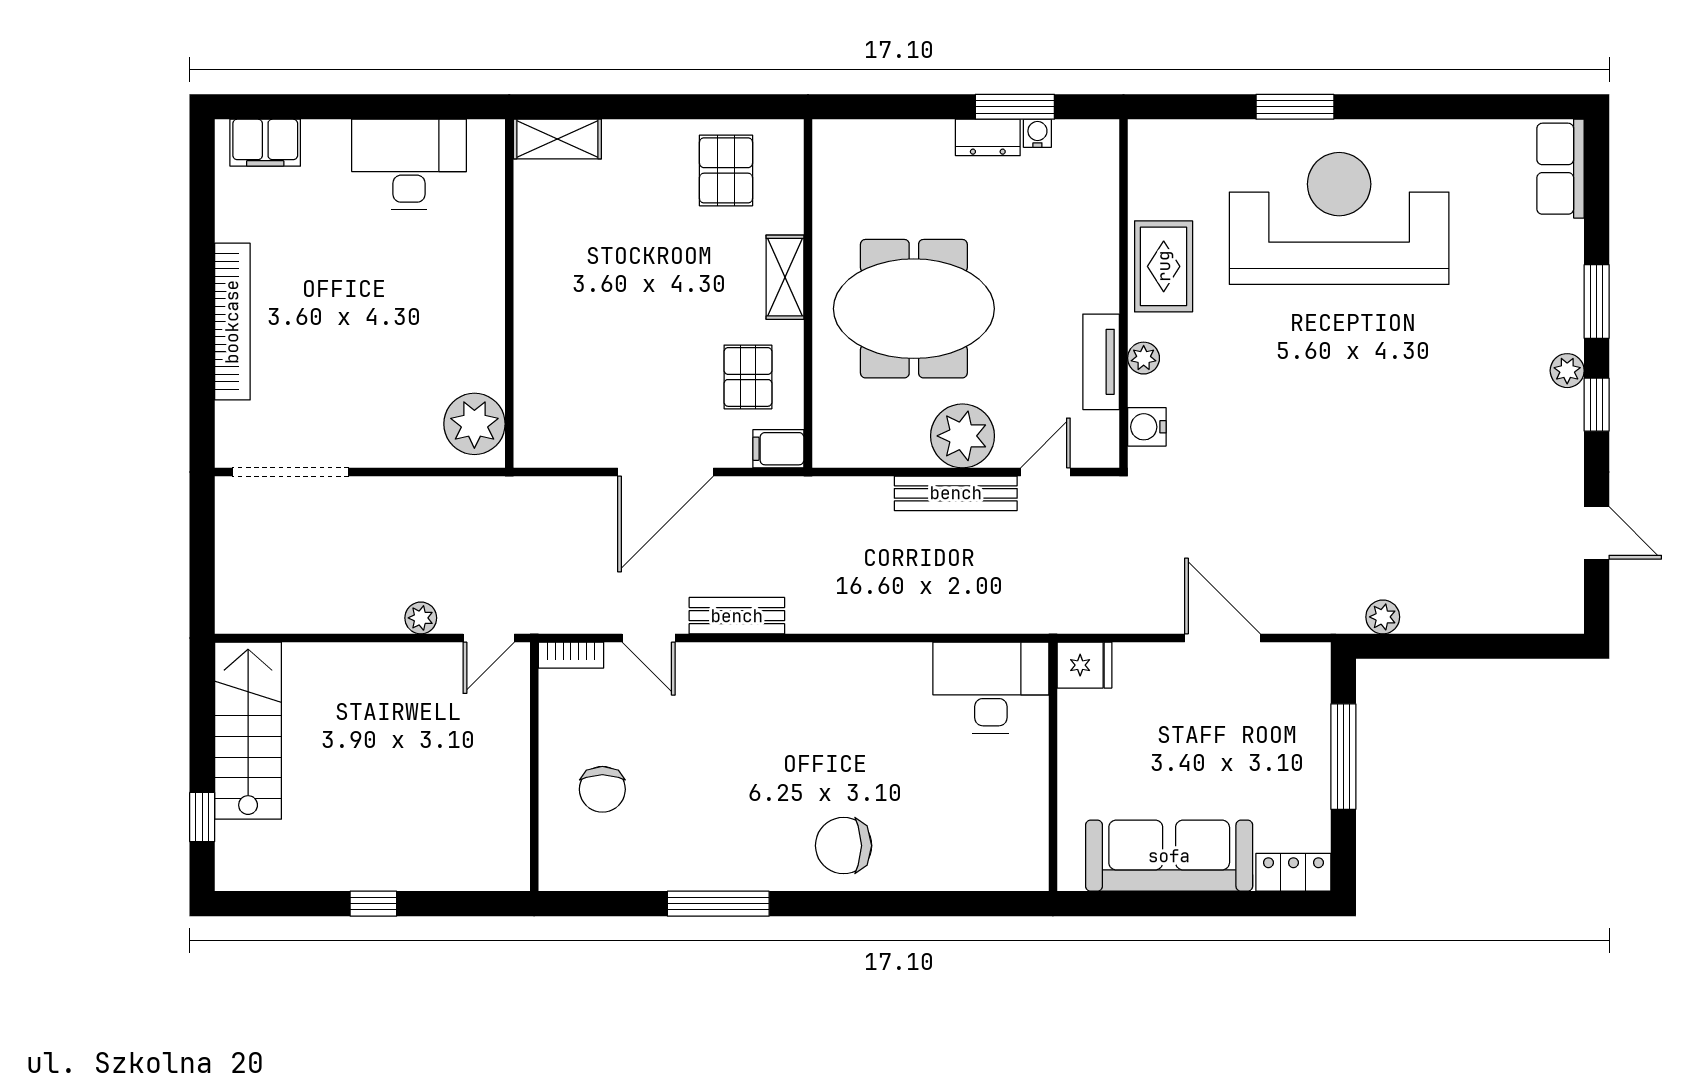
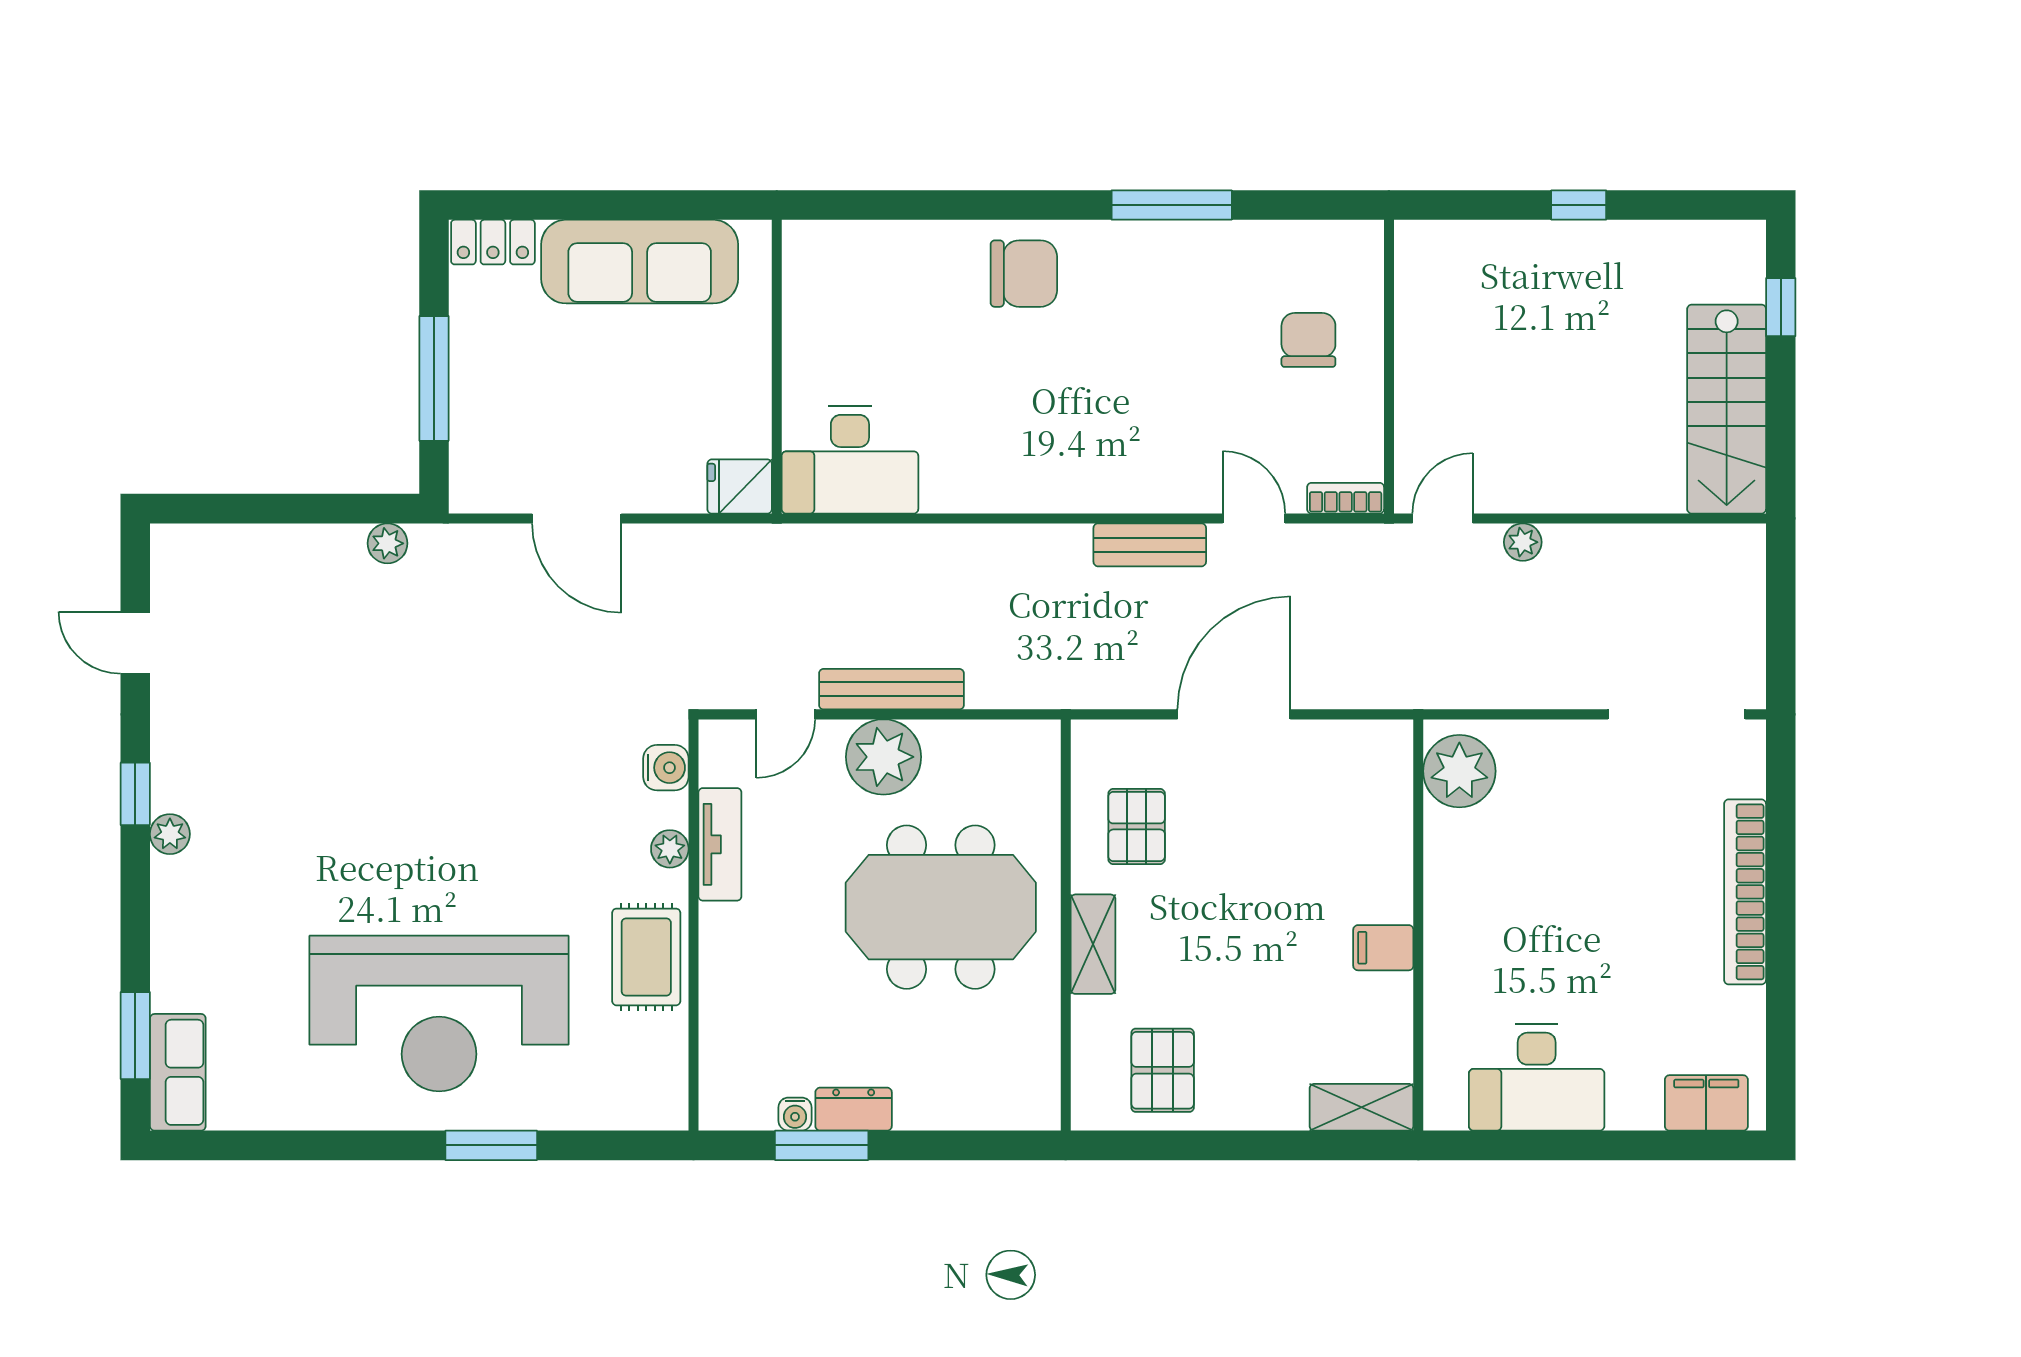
window: (1597, 301) -> (135, 1036), moved
filing cabinet: (778, 449) -> (1383, 948), moved, turned 180

